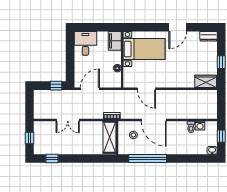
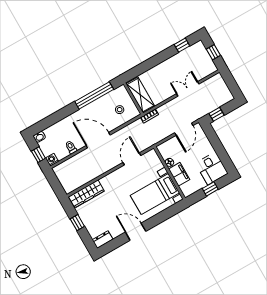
window: (96, 27) -> (210, 189), added
door: (178, 27) -> (136, 232), hinge flipped
filing cabinet: (115, 41) -> (179, 174), moved
wardrobe: (206, 81) -> (86, 194), width x1.50
door: (147, 89) -> (132, 159), hinge flipped
door: (154, 120) -> (98, 140), moved
washing machine: (200, 126) -> (52, 160), moved

